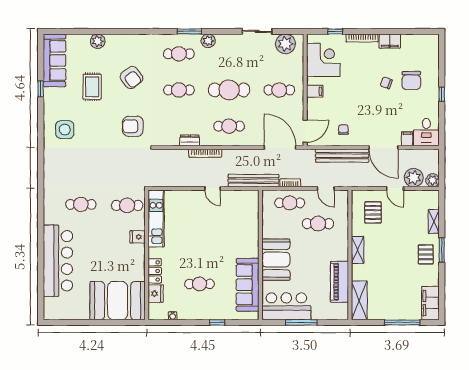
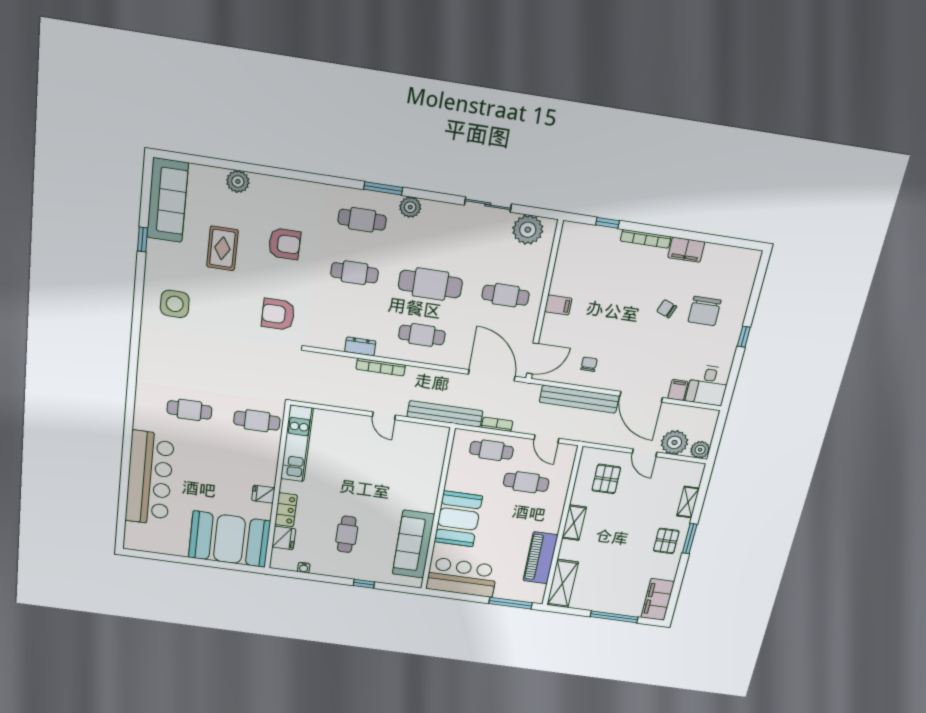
corner desk: (323, 60) -> (580, 262), removed
armchair: (132, 78) -> (284, 244), turned -53
fridge: (138, 237) -> (263, 494), moved
cafe table: (200, 284) -> (347, 534), turned 90
window: (301, 322) -> (511, 603), moved

